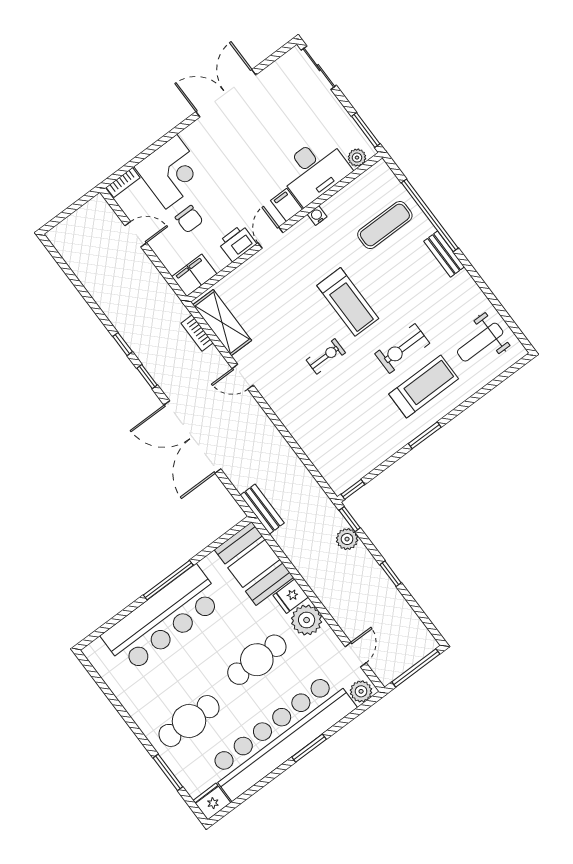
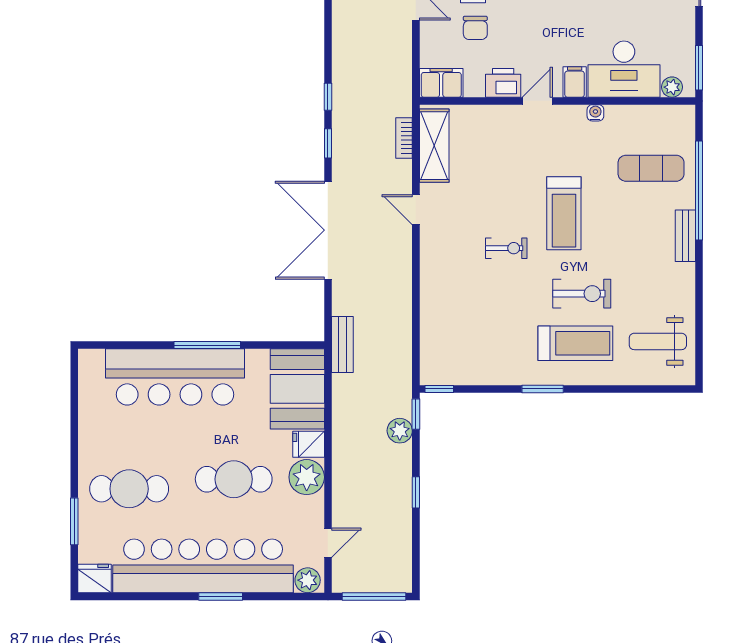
exercise bike: (402, 348) -> (582, 294), turned 180

